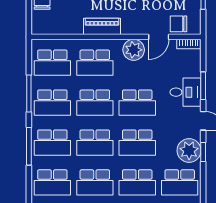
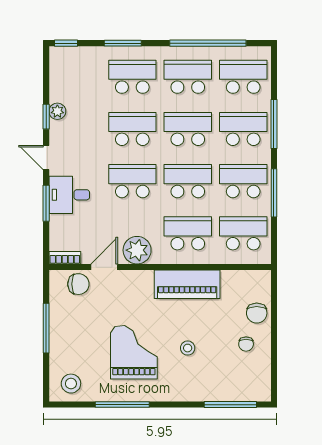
piano: (102, 26) -> (187, 284), width x1.37, depth x1.33
plant: (189, 151) -> (57, 111), width x0.53, depth x0.53
school desk: (180, 182) -> (77, 77), removed

